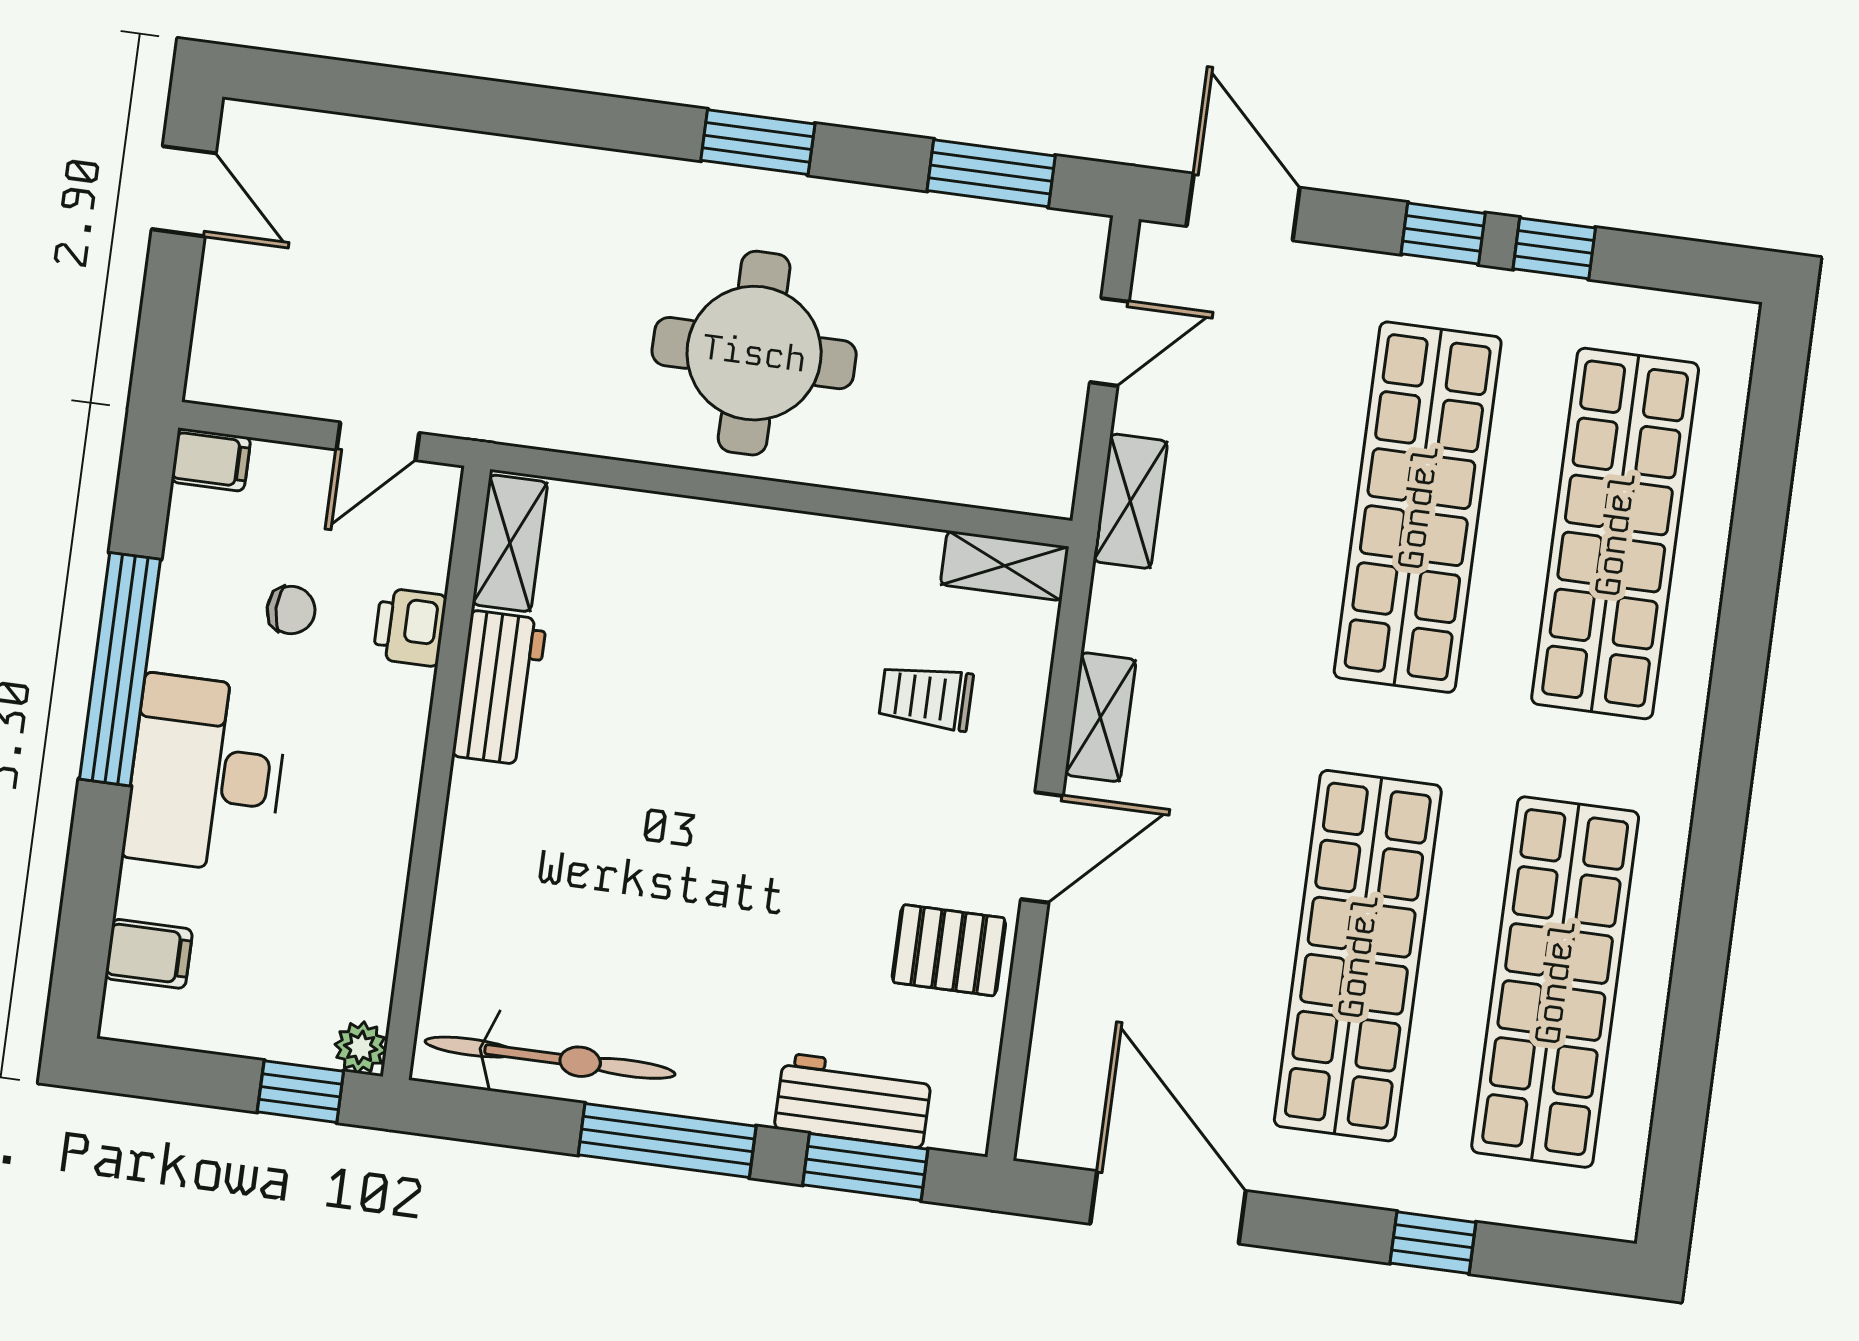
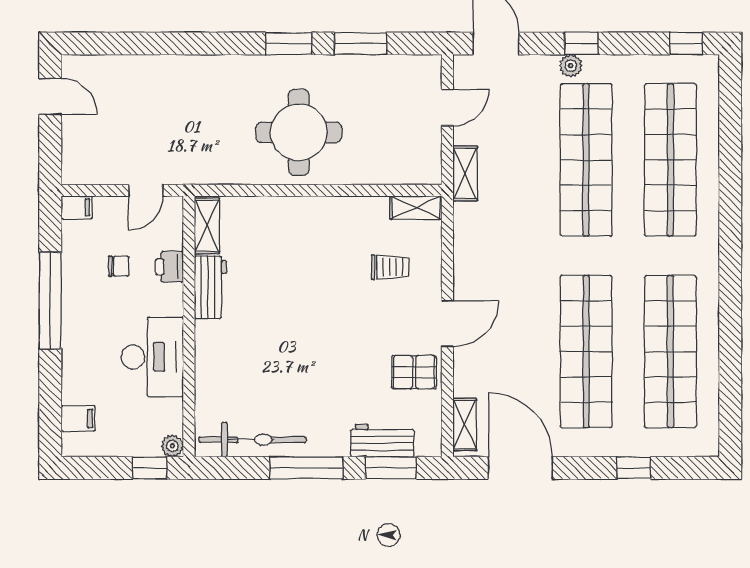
window: (991, 173) -> (361, 44), moved
window: (1554, 248) -> (686, 44), moved
plant: (1411, 282) -> (571, 66), added
trolley: (926, 697) -> (390, 267), turned 180
shelving: (1100, 717) -> (465, 424), moved
desk: (206, 774) -> (152, 357), moved, turned 180

